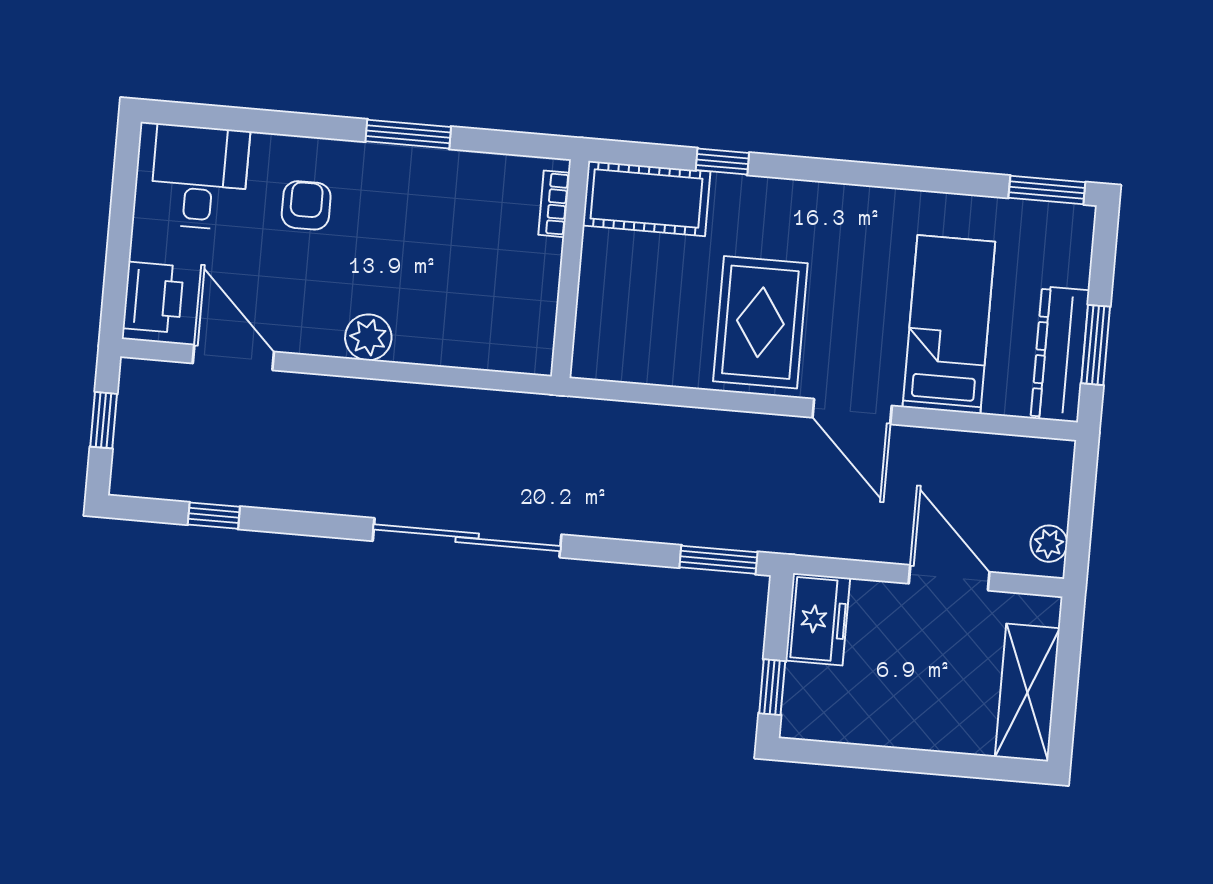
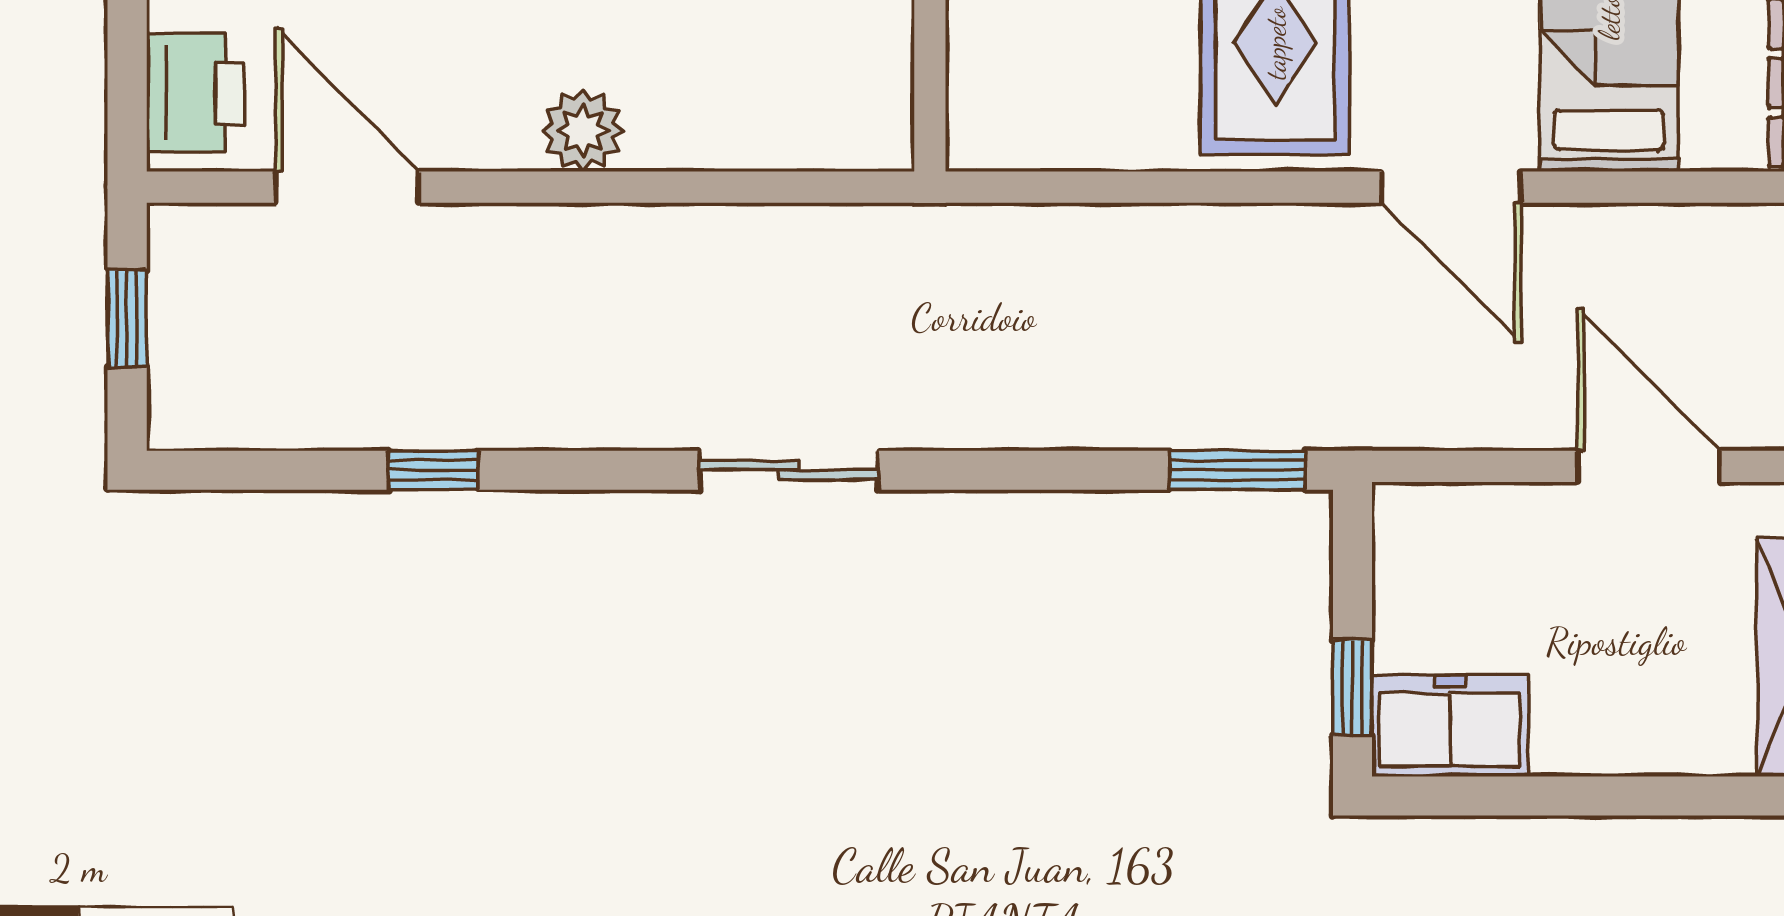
window: (214, 516) -> (433, 470), moved
sliding door: (467, 538) -> (789, 470), width x0.54
freezer: (818, 619) -> (1450, 726), moved, turned -90

